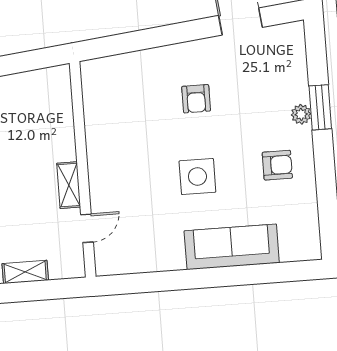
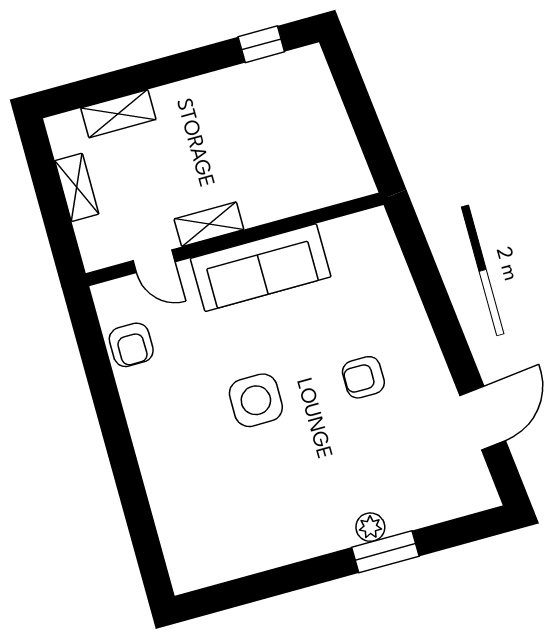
armchair: (277, 165) -> (131, 345), moved
sofa: (232, 247) -> (261, 268), moved, turned 90

